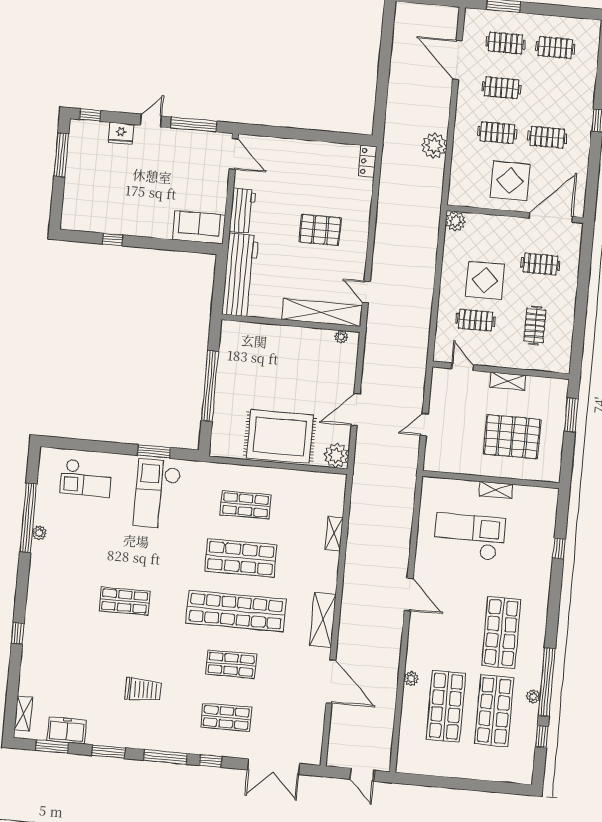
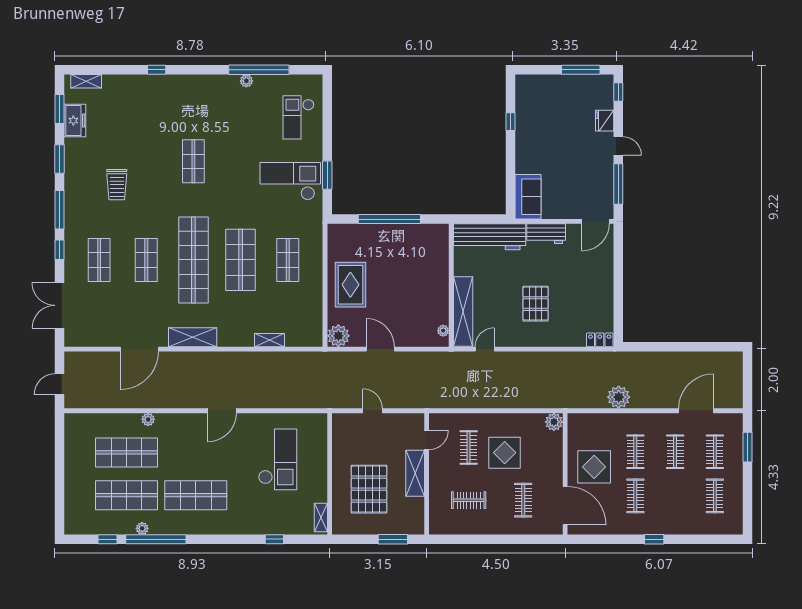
shelving: (508, 381) -> (415, 473), width x1.50, depth x1.33
rug: (280, 437) -> (350, 285), width x0.73, depth x0.69
shelving: (496, 490) -> (321, 518), moved

